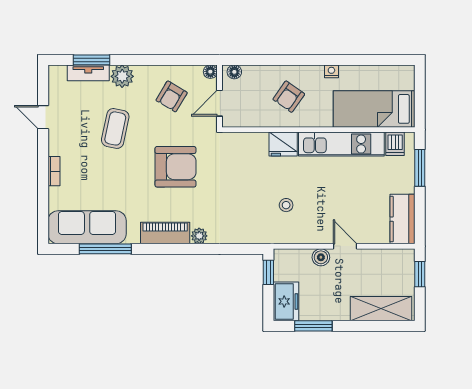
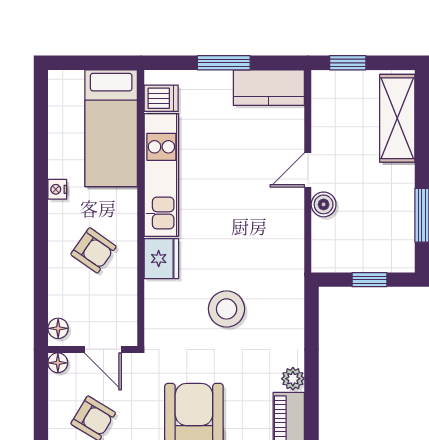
window: (420, 168) -> (224, 63), moved
stool: (286, 205) -> (227, 309), moved, width x1.89, depth x1.89
window: (268, 272) -> (369, 280), moved
freezer: (286, 301) -> (387, 254), removed

